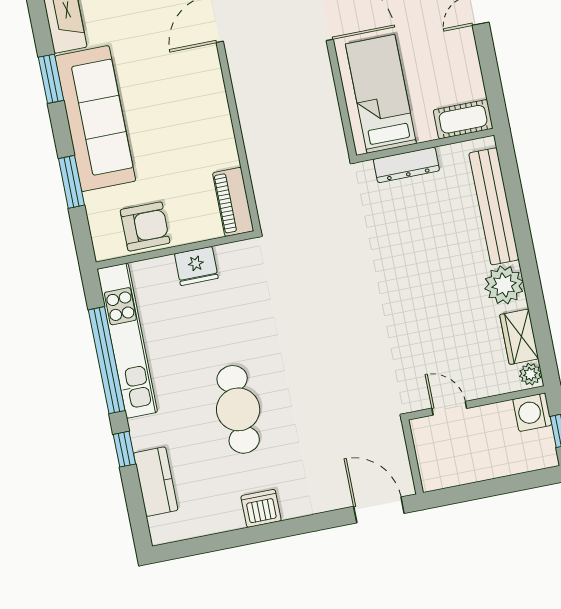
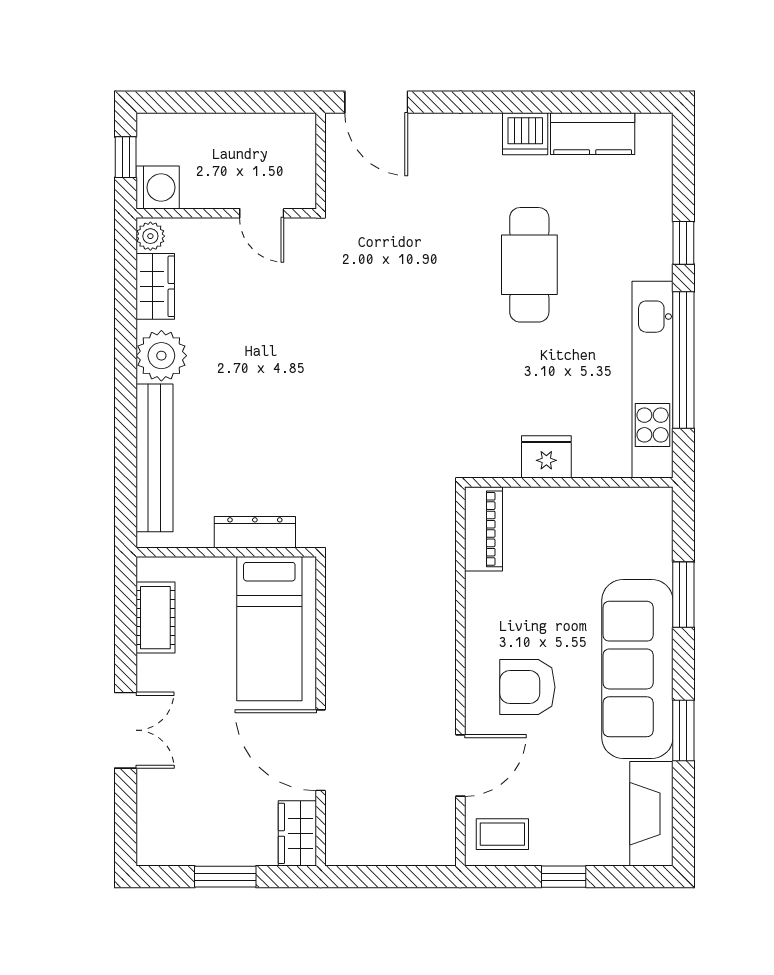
cot: (463, 119) -> (155, 618), moved, turned 90
armchair: (145, 226) -> (527, 687), moved
kitchen counter: (156, 482) -> (593, 134), moved, turned -90

